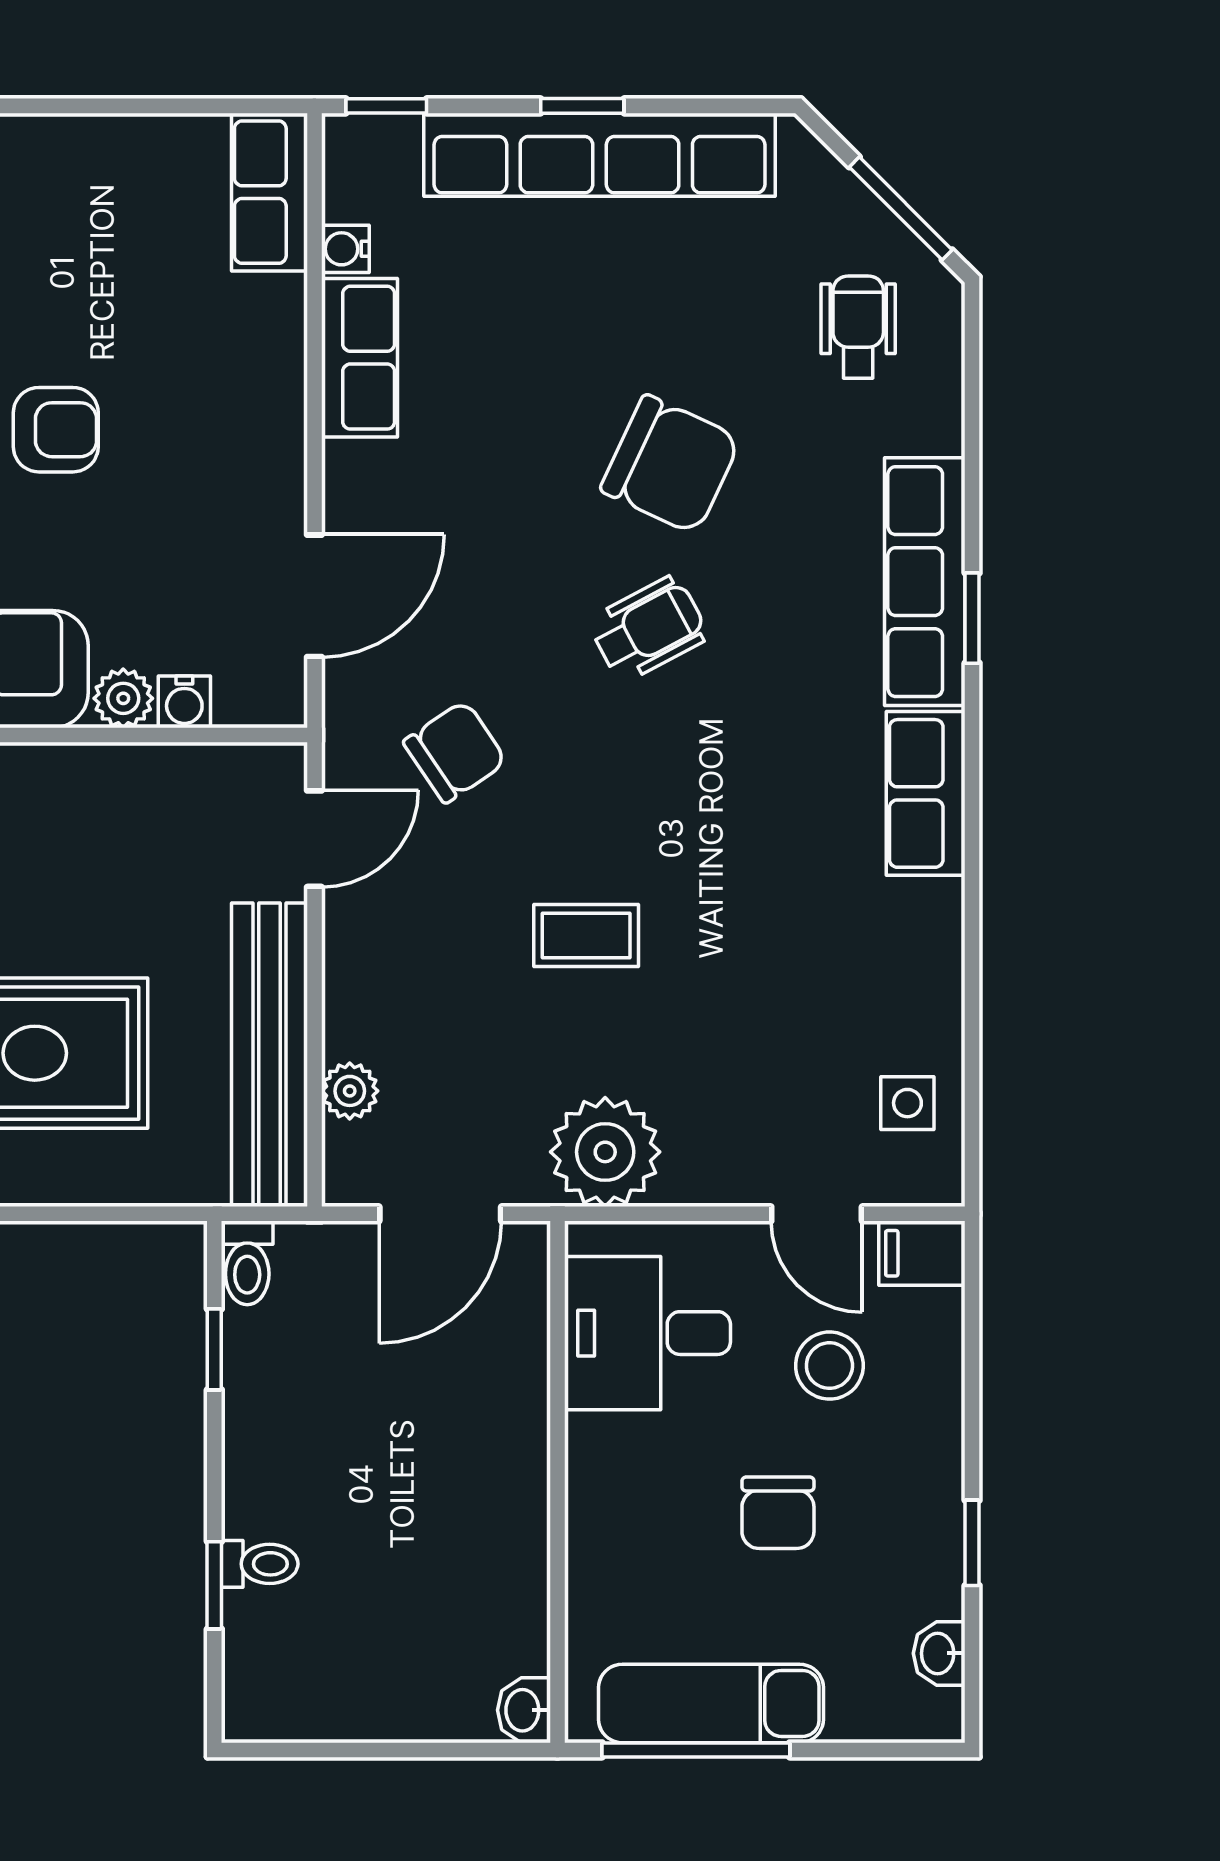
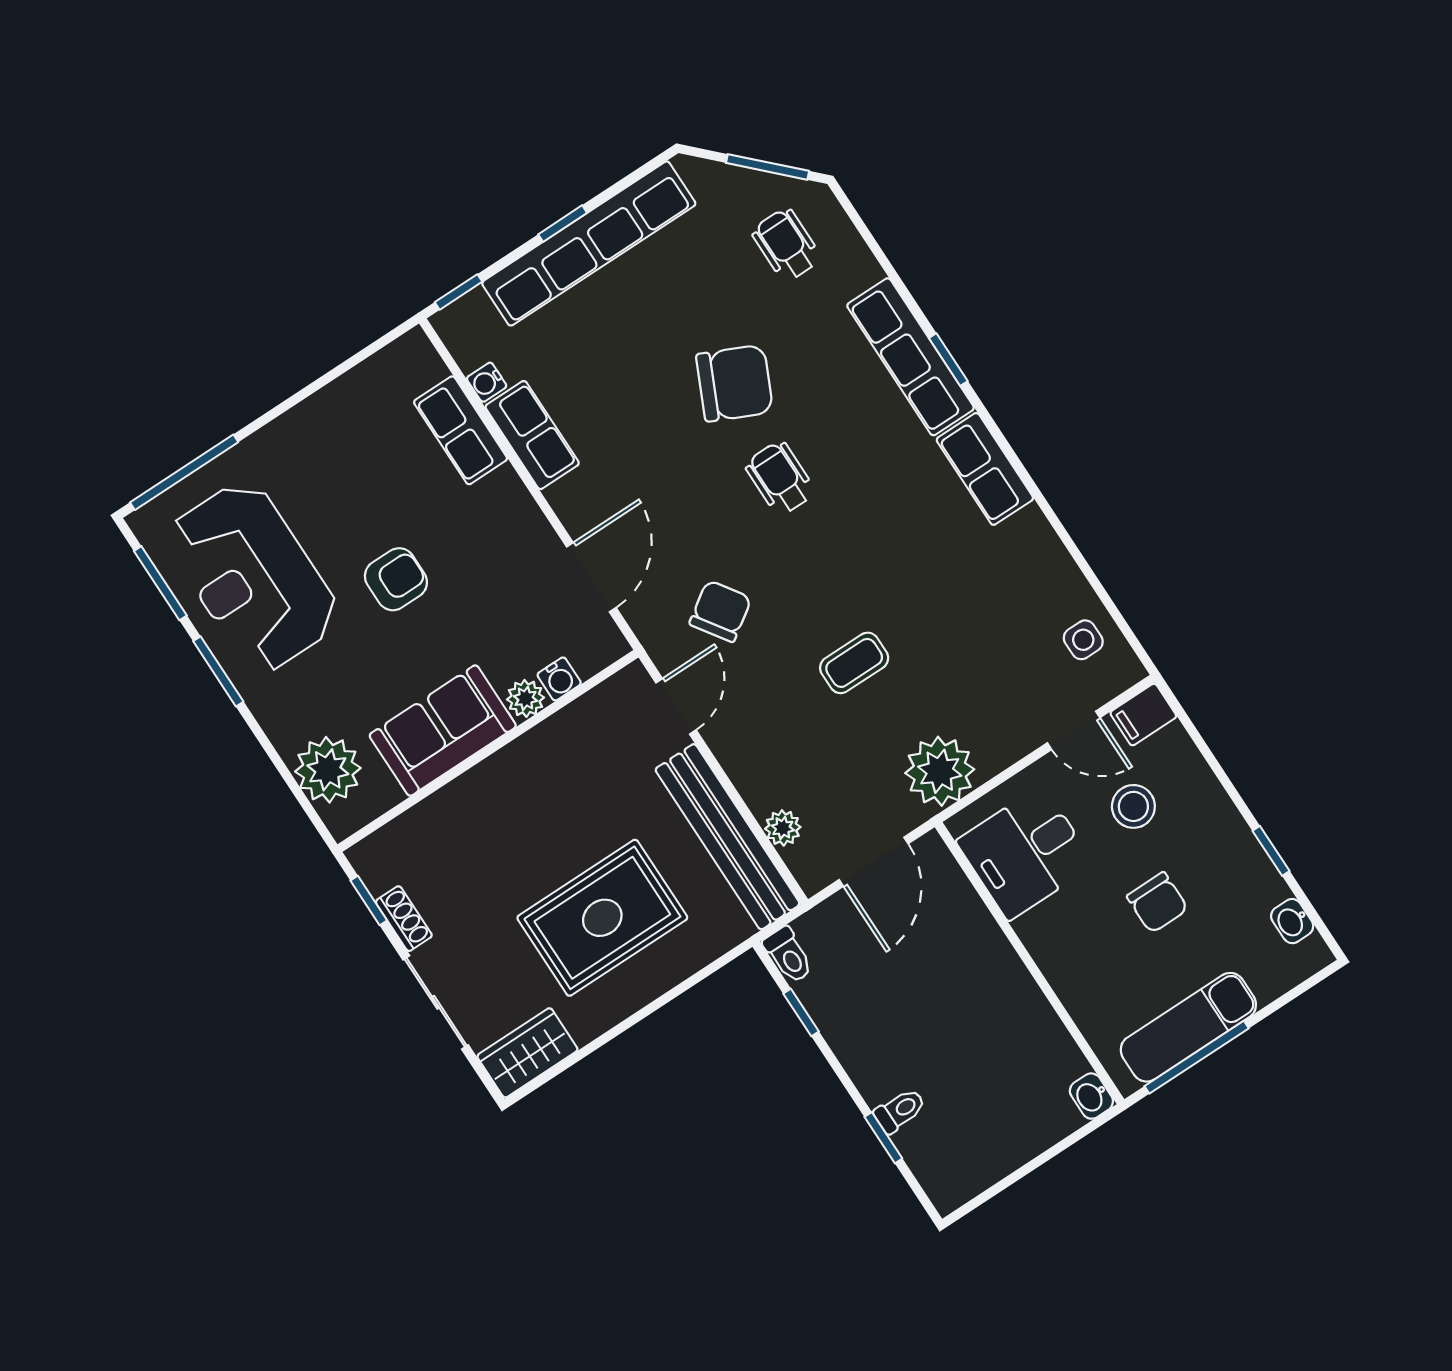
row of seats: (269, 192) -> (461, 430), moved
wheelchair: (648, 629) -> (780, 478), turned -62

